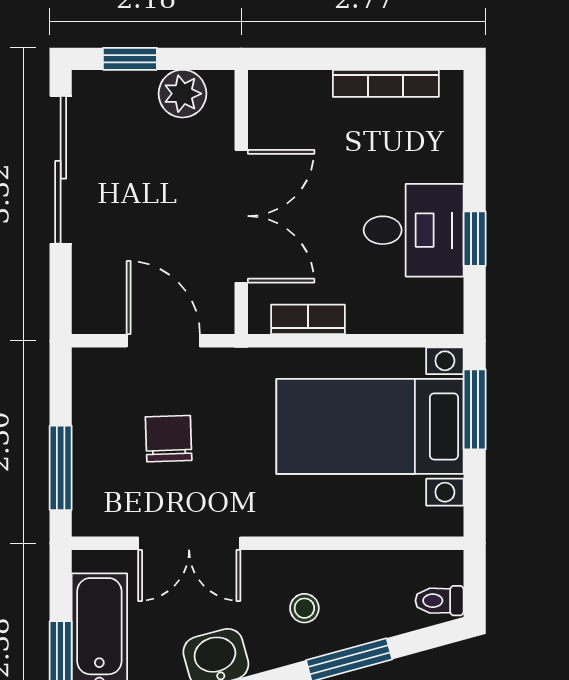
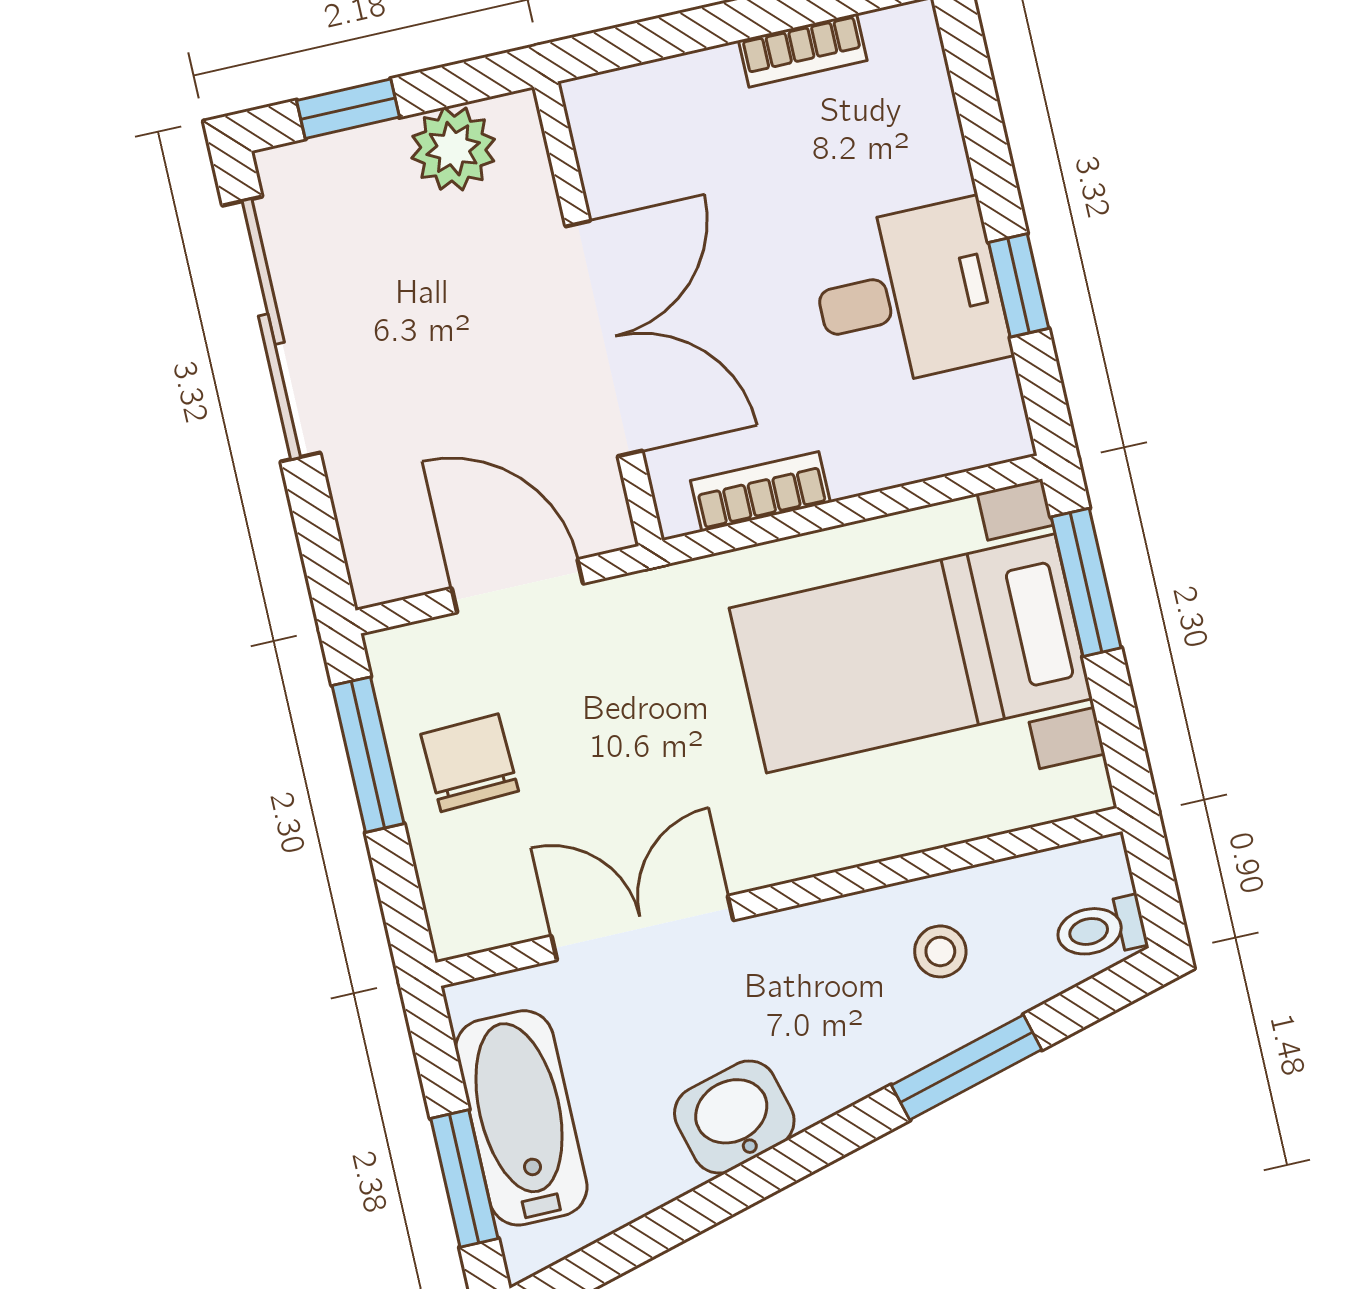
bookcase: (386, 83) -> (803, 50), width x0.64
chair: (169, 439) -> (470, 763), moved
window: (61, 468) -> (368, 755), moved
double door: (189, 543) -> (642, 928), swing flipped
stool: (304, 608) -> (940, 951), moved

